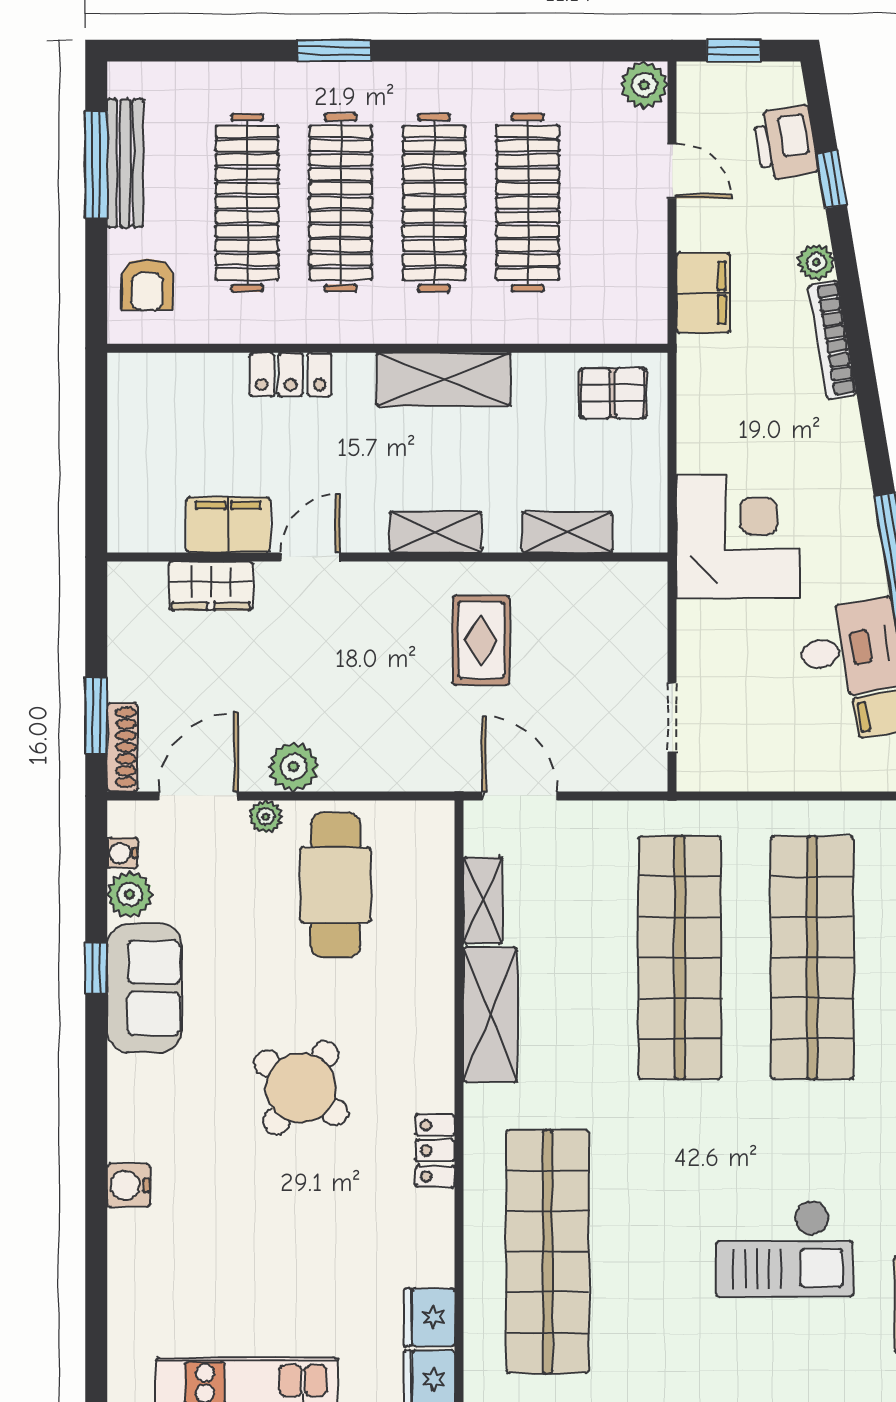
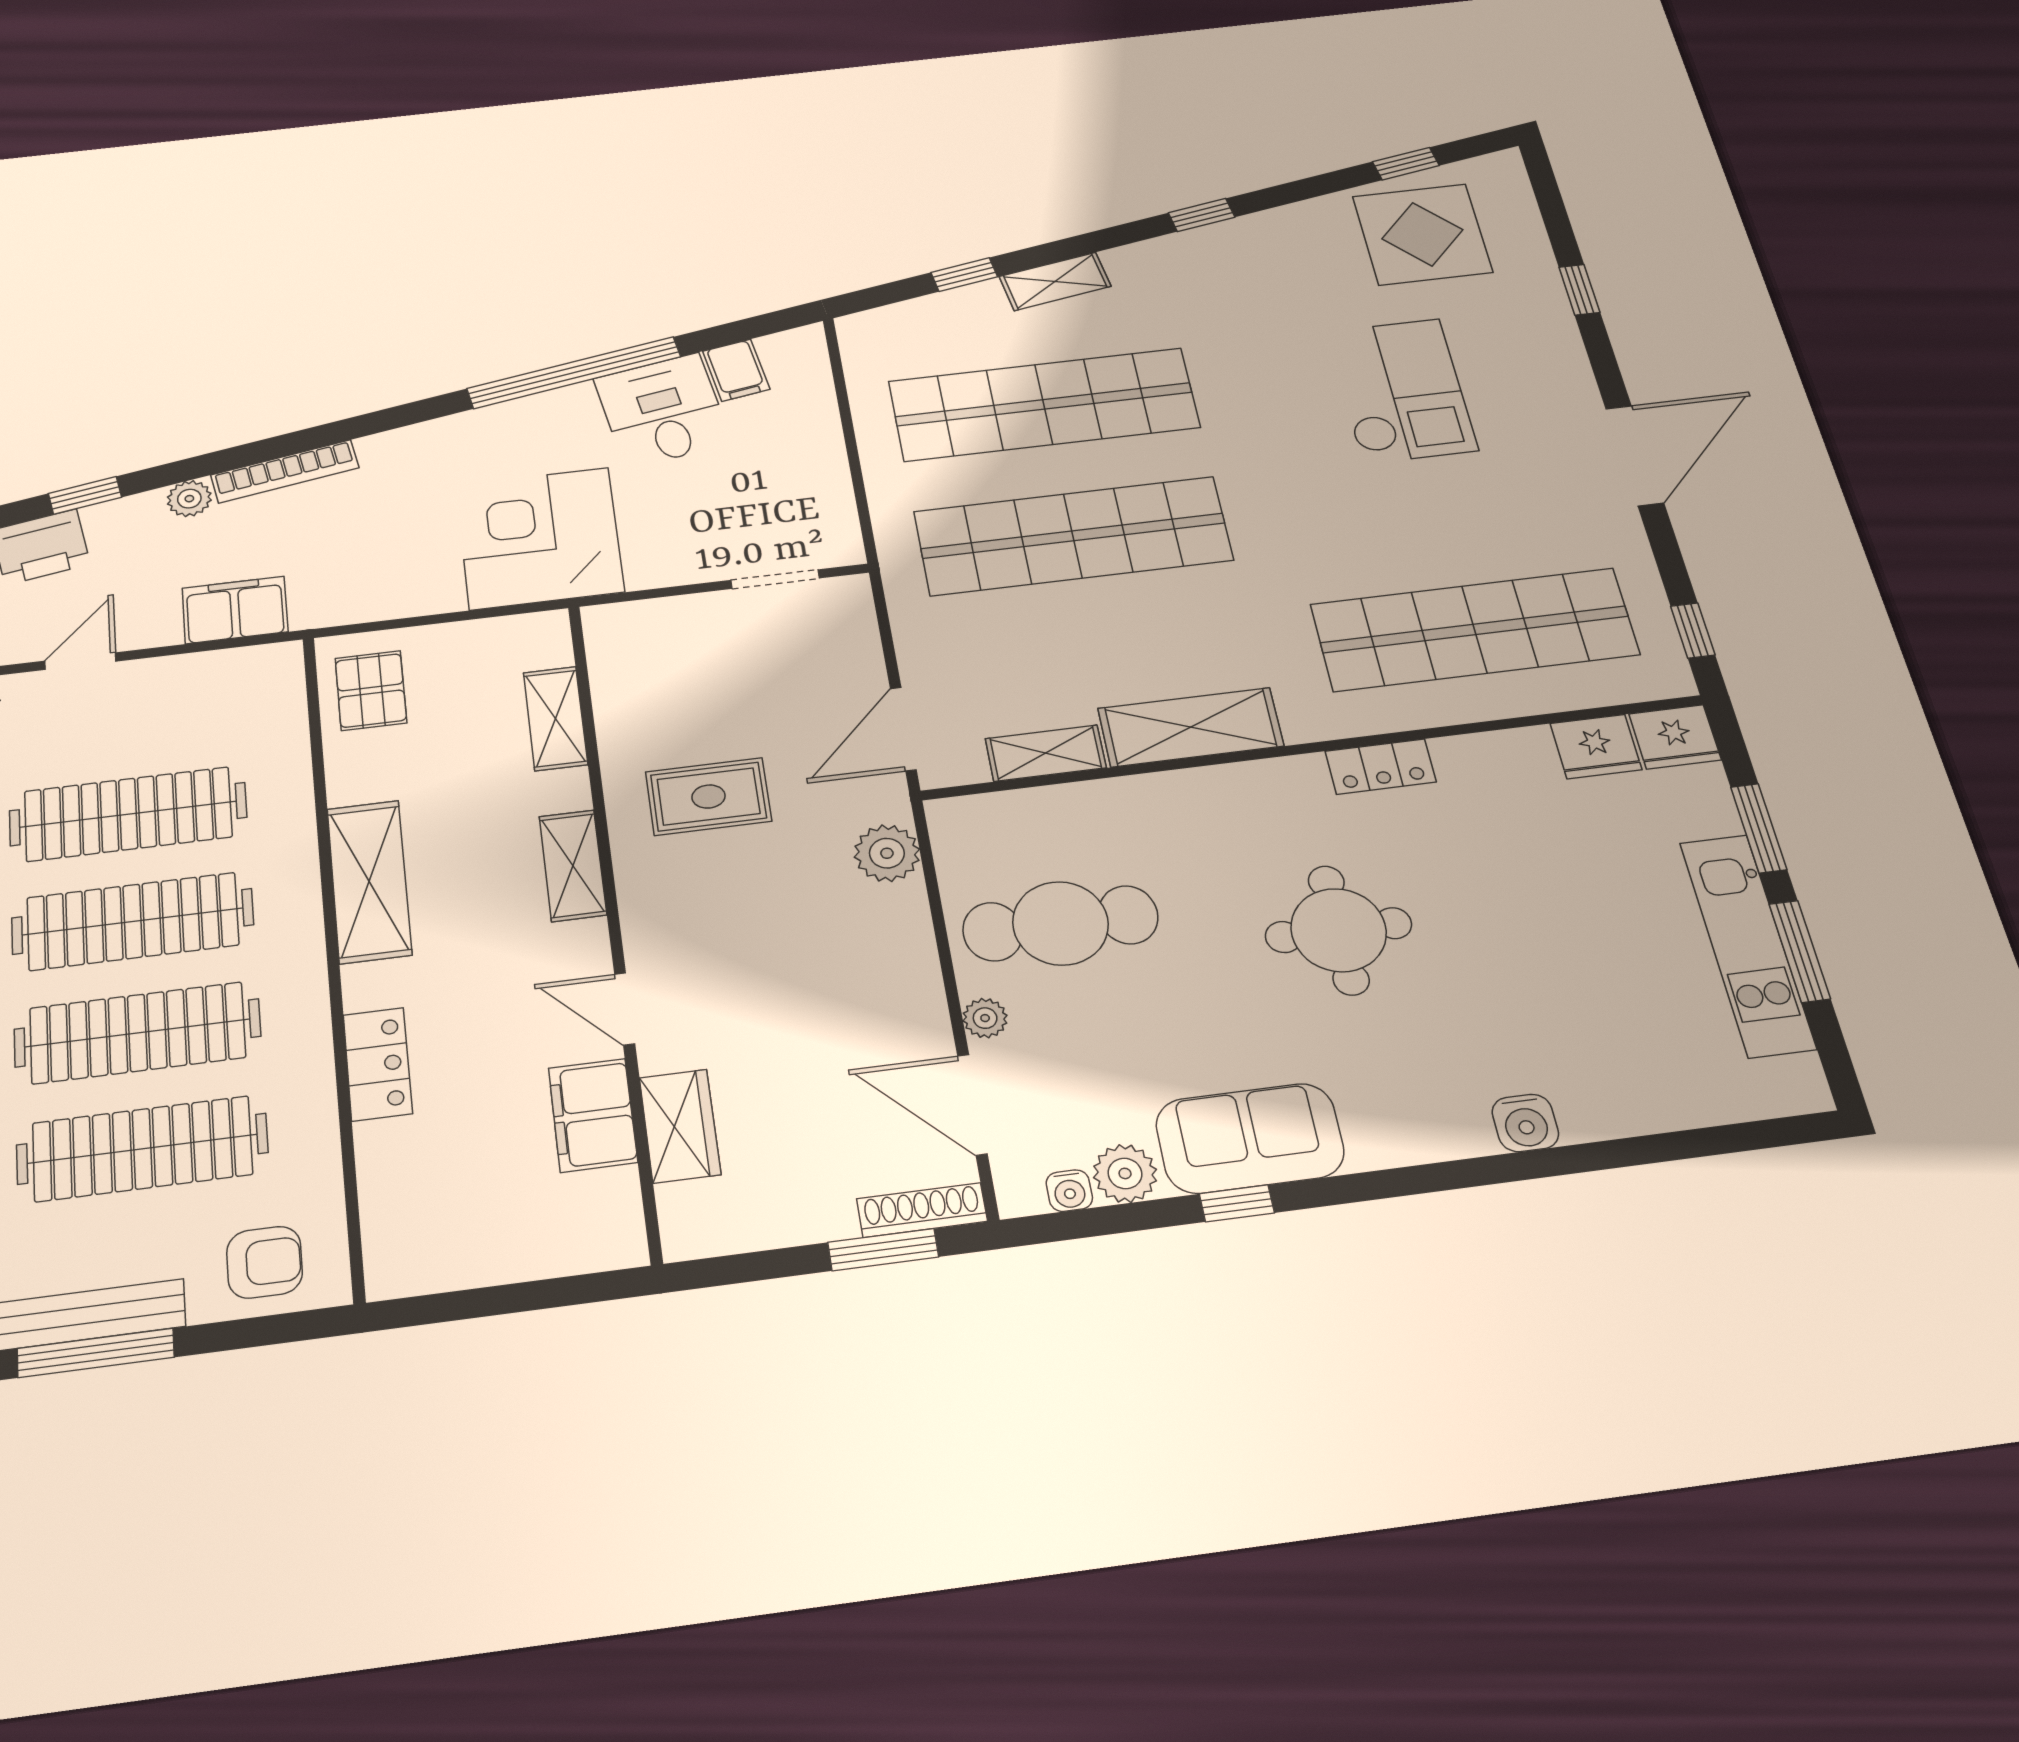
plant: (294, 767) -> (887, 853), moved
round table: (301, 1088) -> (1339, 930), turned -36

